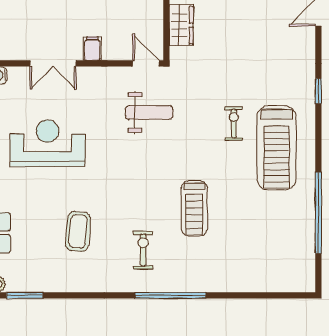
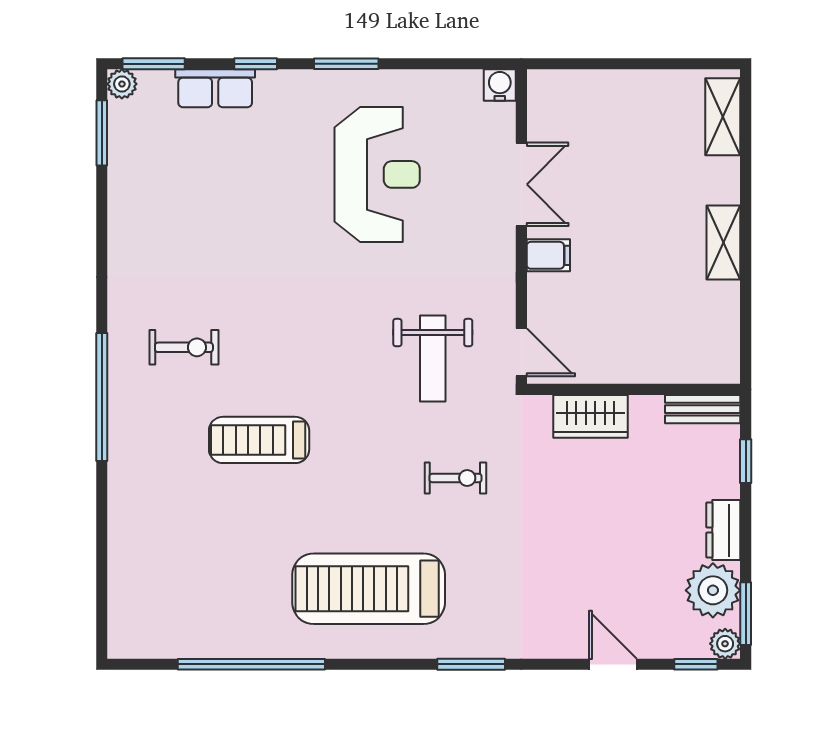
double door: (53, 63) -> (521, 184), swing flipped
door: (146, 63) -> (521, 352), hinge flipped
window: (318, 91) -> (471, 664), width x1.50
exercise bike: (234, 123) -> (455, 478), moved
coffee table: (78, 231) -> (218, 230), removed

